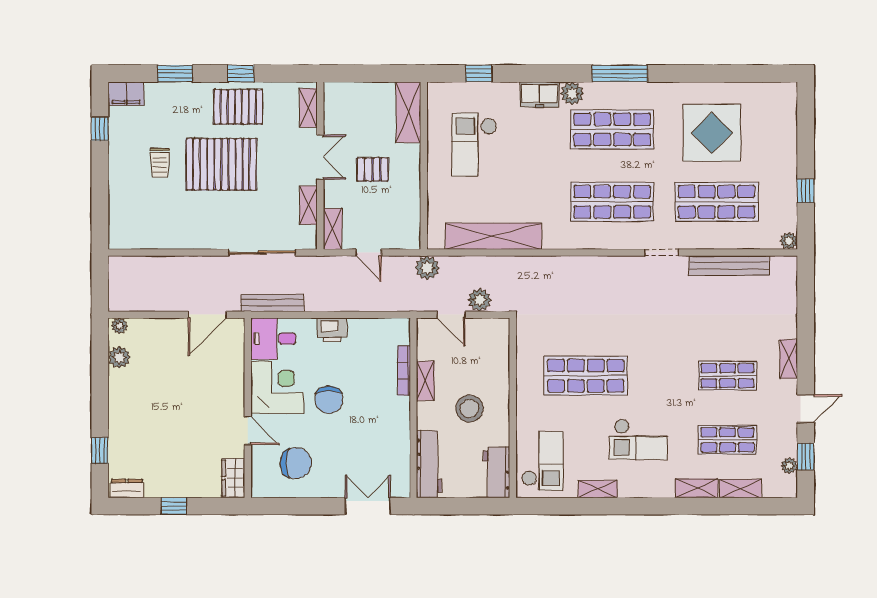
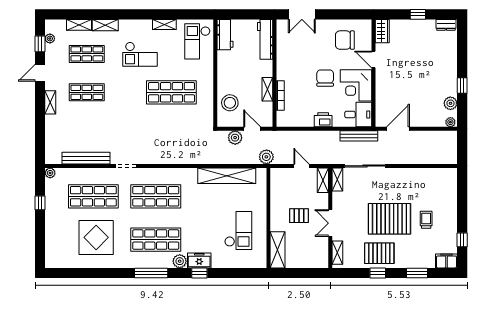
window: (479, 74) -> (199, 273), moved
shelving: (308, 205) -> (337, 179), moved
stool: (469, 409) -> (230, 103), moved
checkout: (638, 439) -> (140, 54), turned 180
window: (100, 451) -> (462, 85), moved

